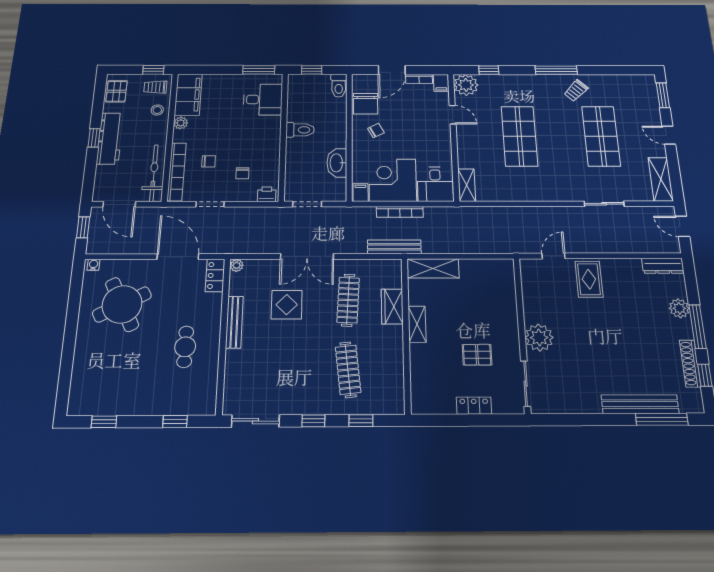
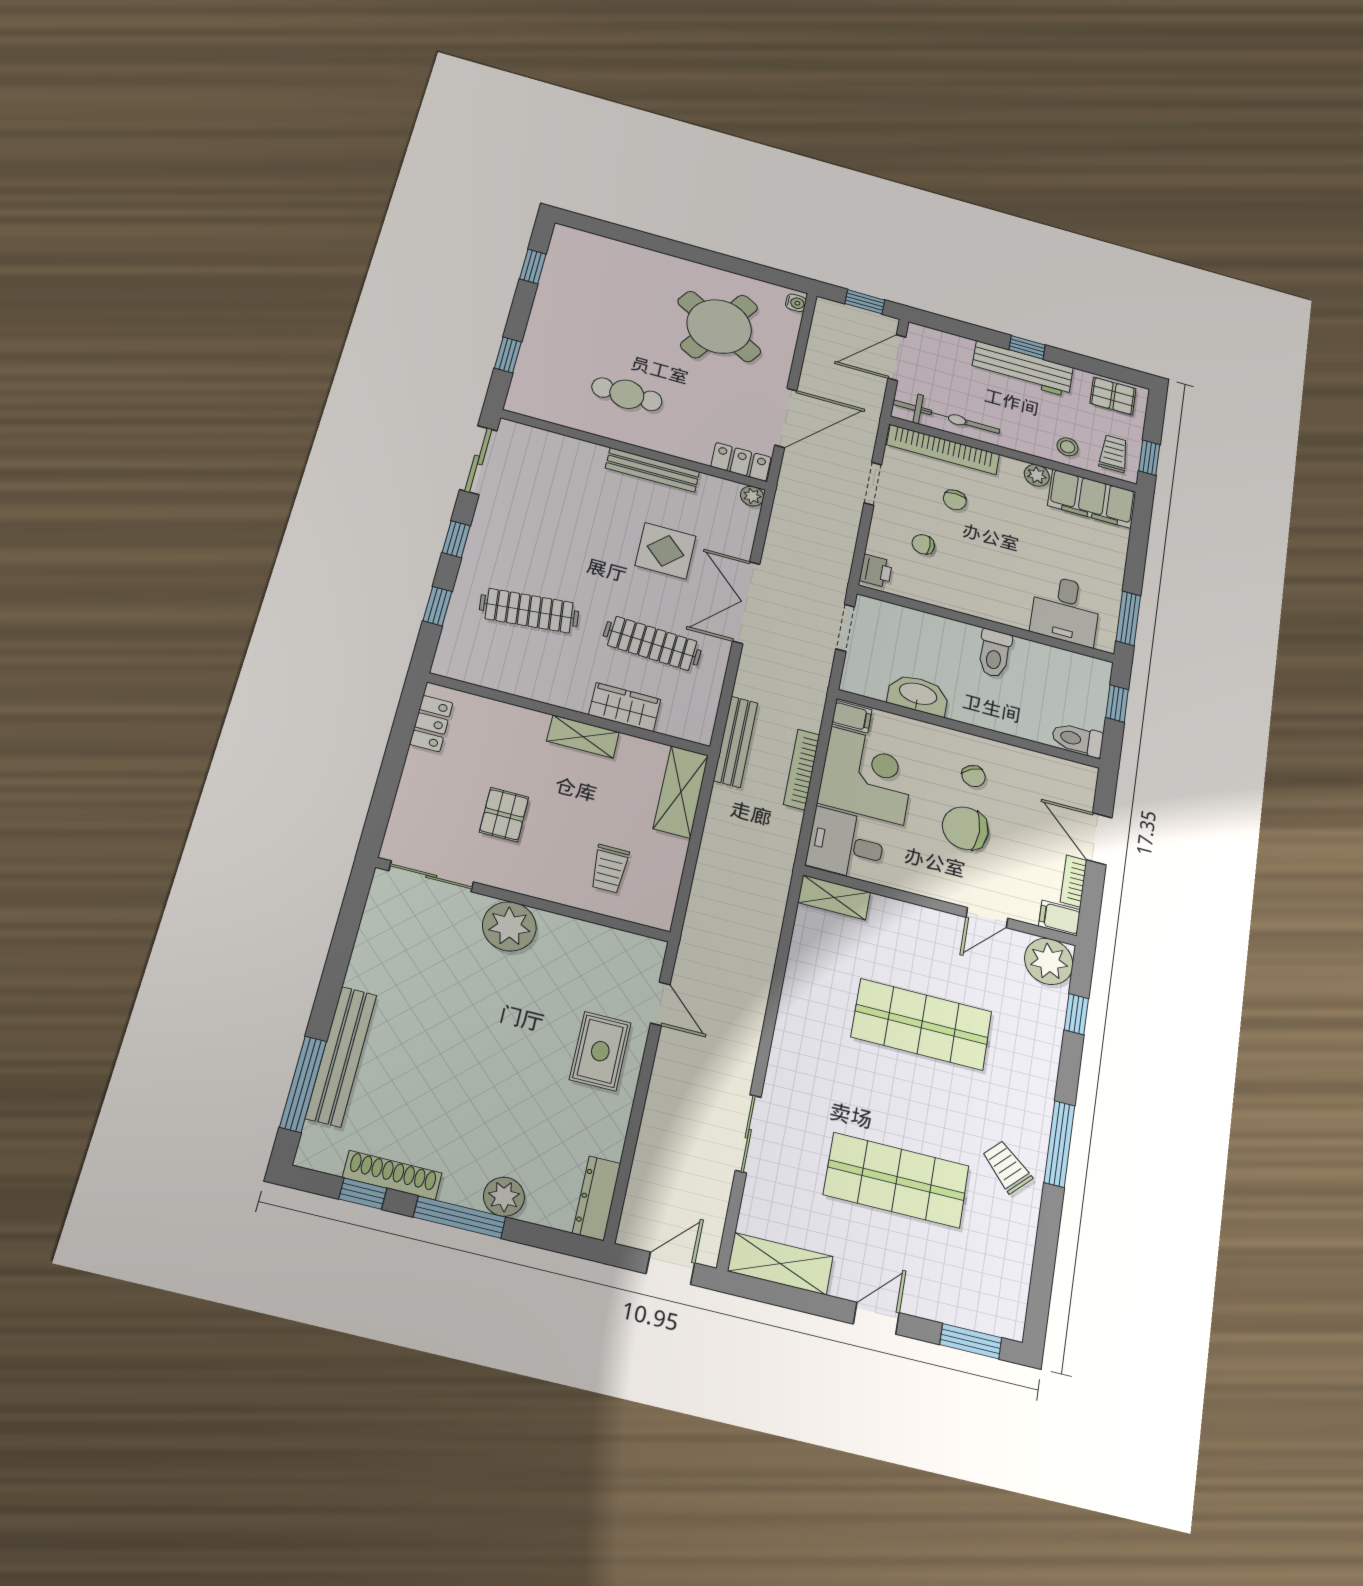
chair: (366, 104) -> (965, 828), moved
rug: (589, 279) -> (600, 1051), turned 90
trolley: (489, 295) -> (609, 869), added
round table: (122, 304) -> (719, 326), turned -32
locker: (474, 406) -> (431, 723), moved

